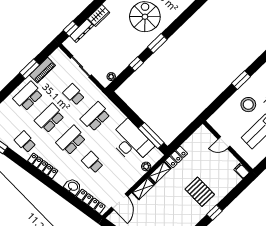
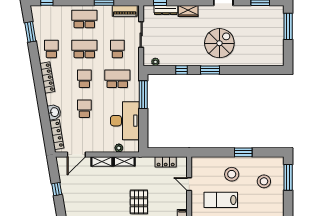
piano: (43, 70) -> (125, 11), moved
window: (151, 135) -> (143, 95), moved
school desk: (71, 140) -> (84, 79), width x0.54
locker: (176, 157) -> (166, 162), moved

